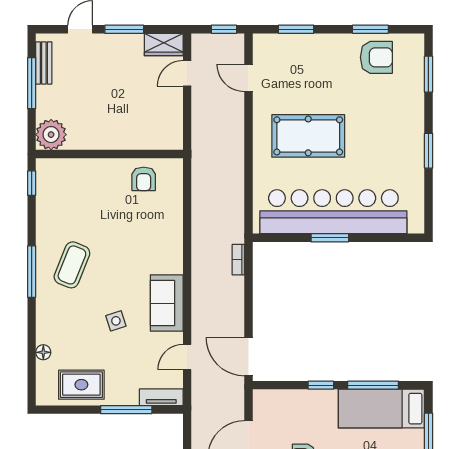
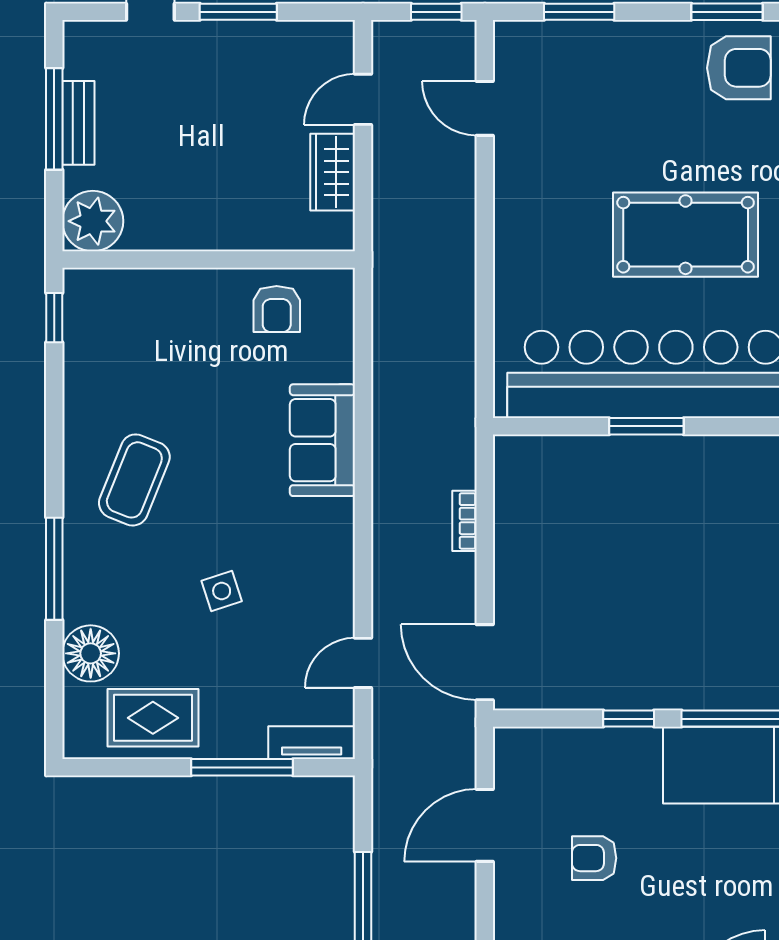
wardrobe: (164, 44) -> (333, 172), moved, turned 90
bench: (44, 63) -> (78, 123), moved
pool table: (308, 136) -> (686, 235), moved
bookcase: (238, 260) -> (465, 521), moved
window: (32, 272) -> (54, 569), moved
sofa: (167, 303) -> (322, 440), moved
floor lamp: (43, 352) -> (91, 653), width x1.89, depth x1.89

